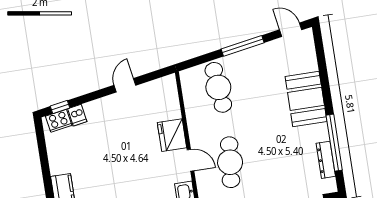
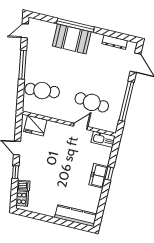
window: (60, 107) -> (15, 172), moved
fridge: (172, 135) -> (35, 126), moved
window: (334, 143) -> (75, 25), moved

